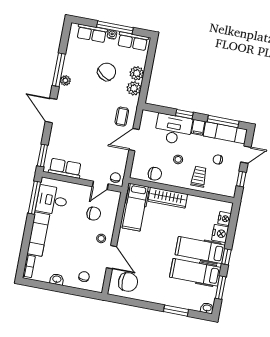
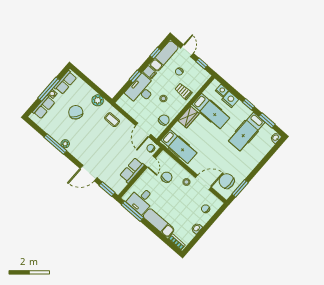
plant: (137, 73) -> (89, 92), removed
door: (51, 110) -> (89, 173), moved
window: (223, 122) -> (156, 53), width x0.46
door: (134, 140) -> (143, 130), moved
row of seats: (65, 168) -> (132, 170), moved
wardrobe: (168, 198) -> (189, 117), width x0.67
hospital bed: (200, 250) -> (211, 111), moved, turned -90
chair: (128, 282) -> (227, 181), turned -90
window: (176, 311) -> (240, 188), moved

